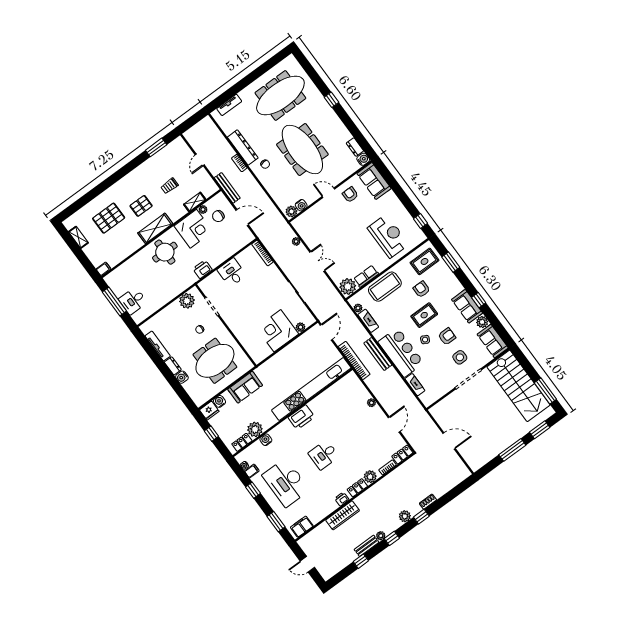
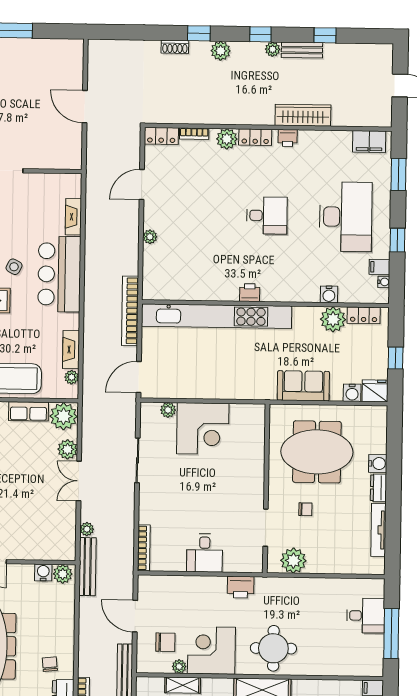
plant: (334, 272) -> (68, 449), added
bench: (378, 354) -> (87, 567), moved
printer: (301, 417) -> (250, 293), width x0.53, depth x0.68

